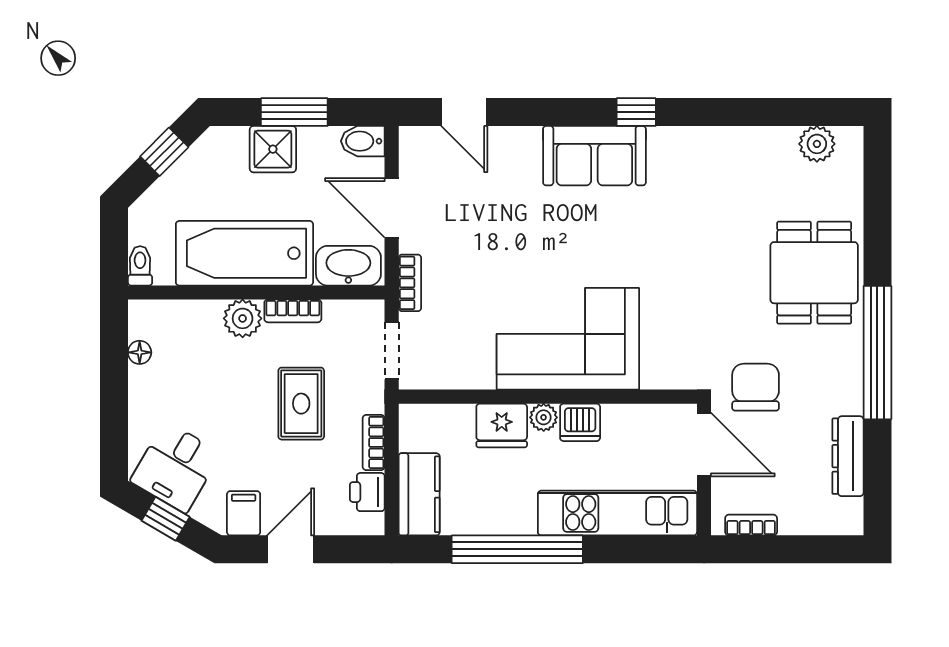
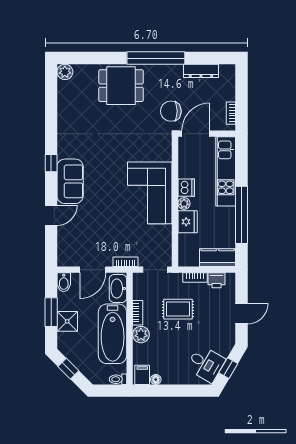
door: (464, 112) -> (51, 215), moved
plant: (817, 144) -> (65, 72), moved
filing cabinet: (244, 513) -> (142, 375), moved, turned 90
door: (291, 549) -> (242, 314), swing flipped

